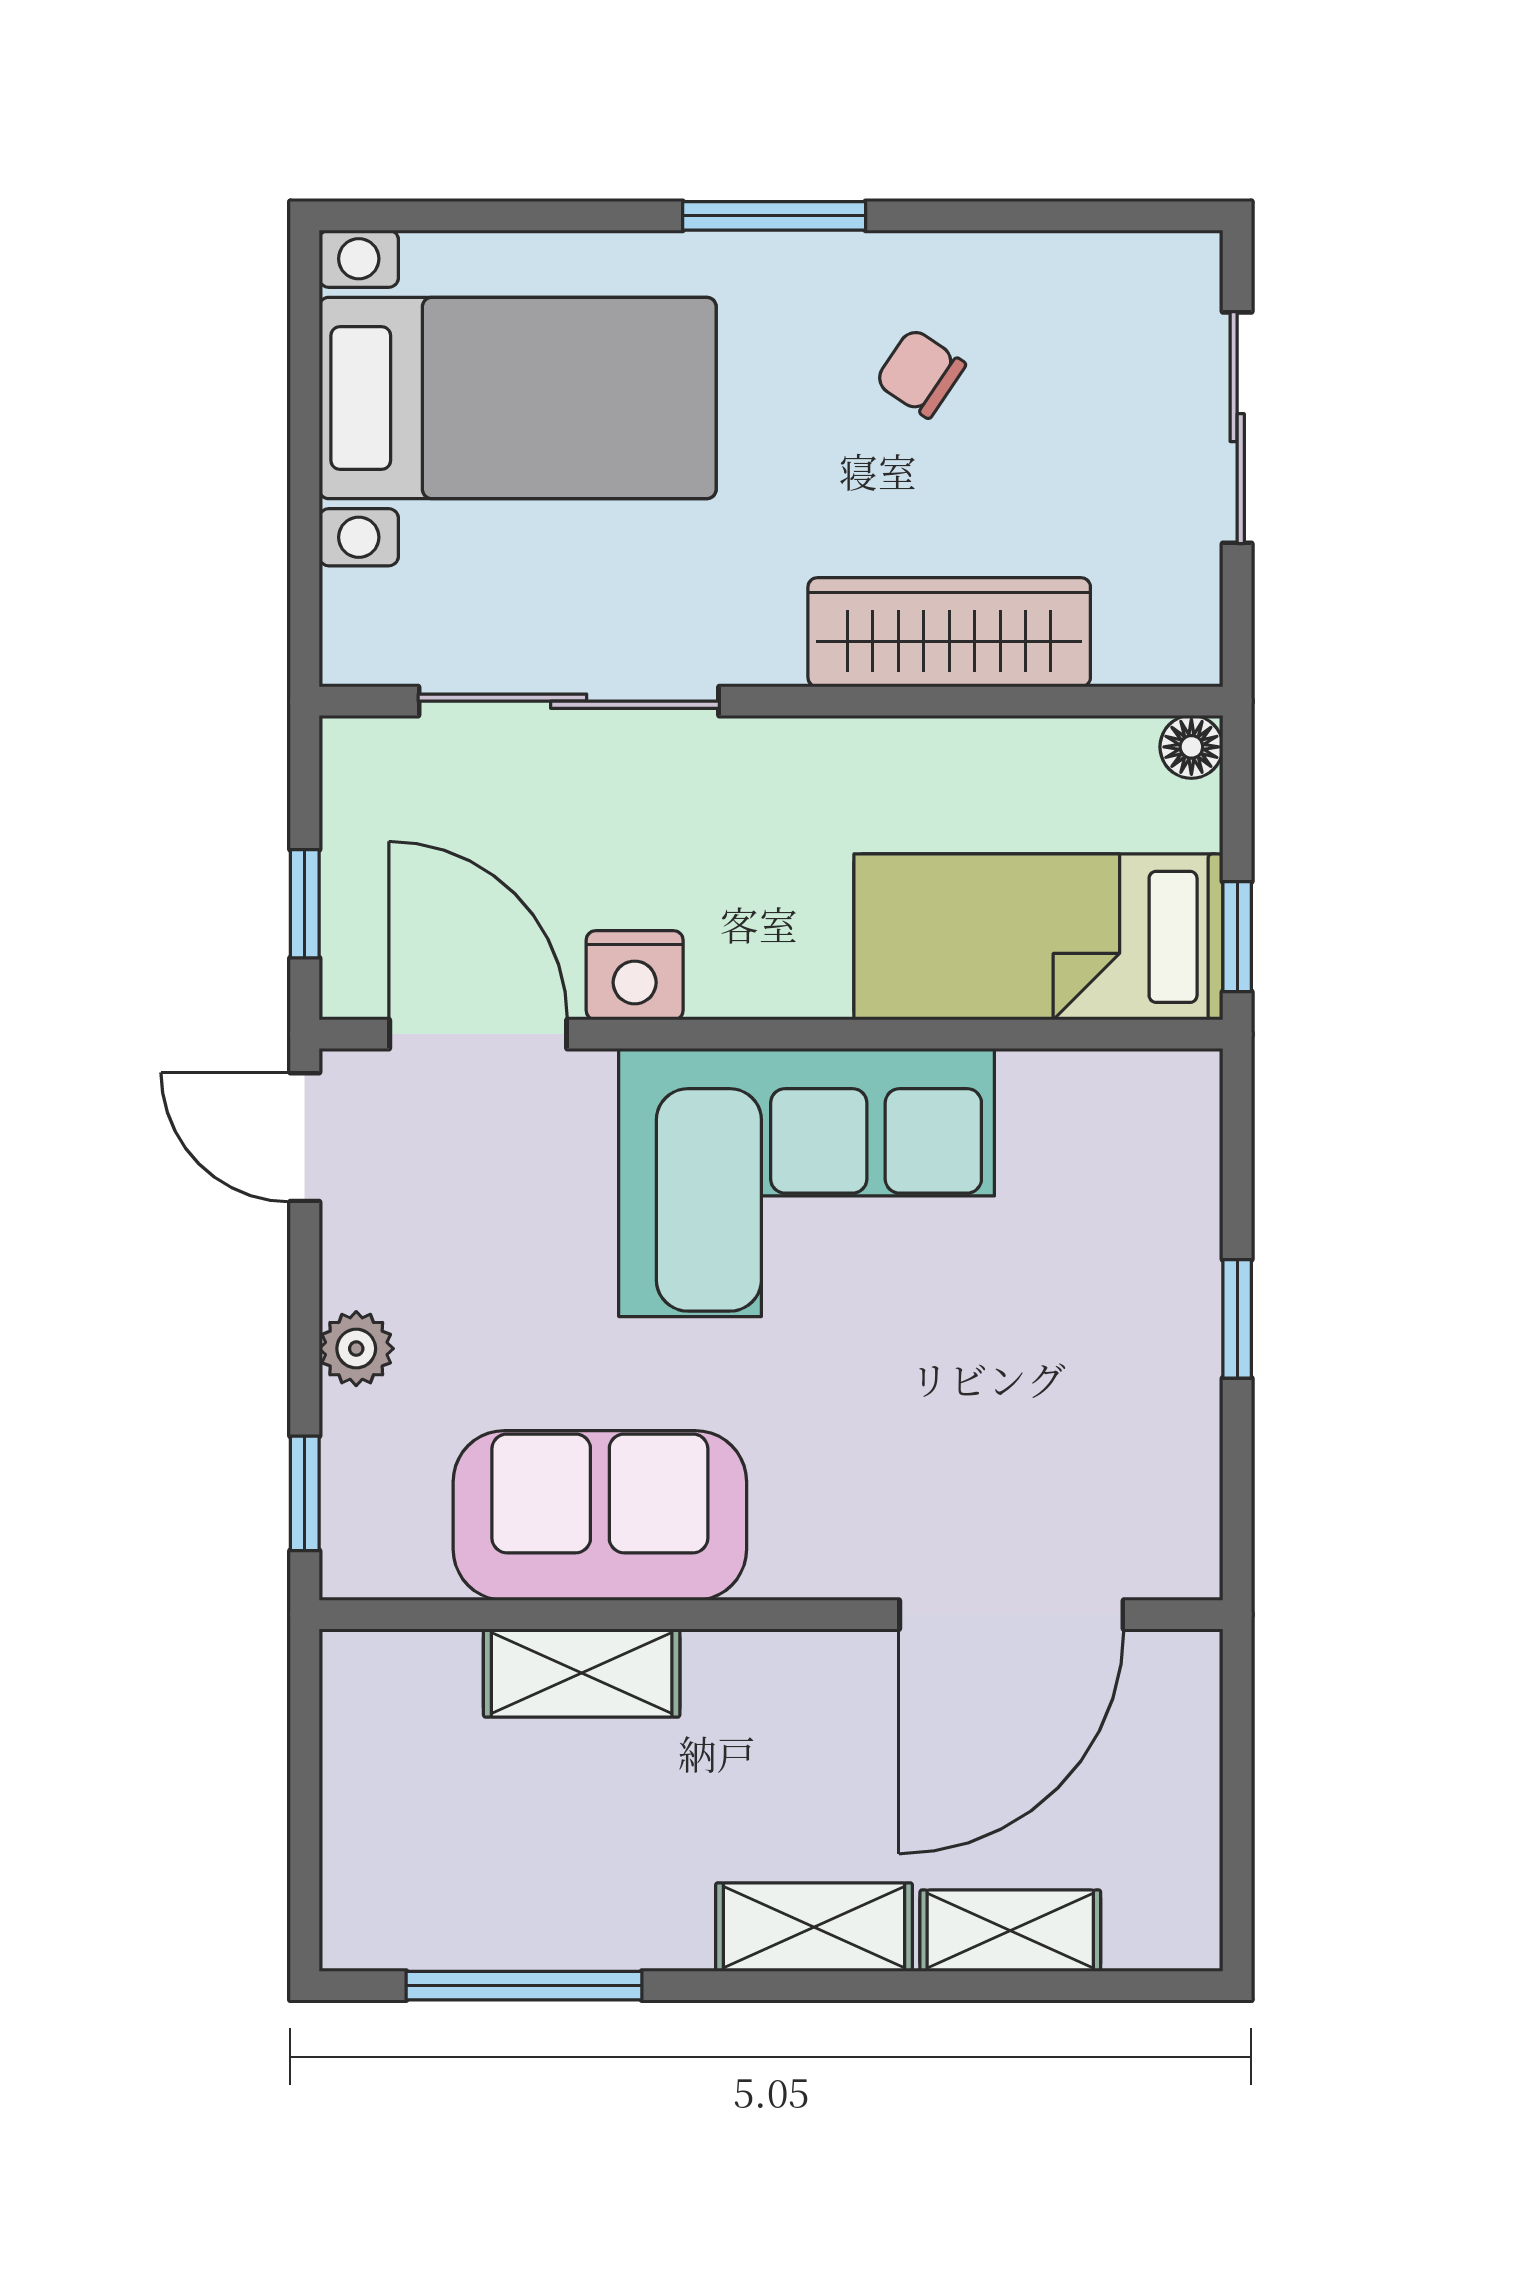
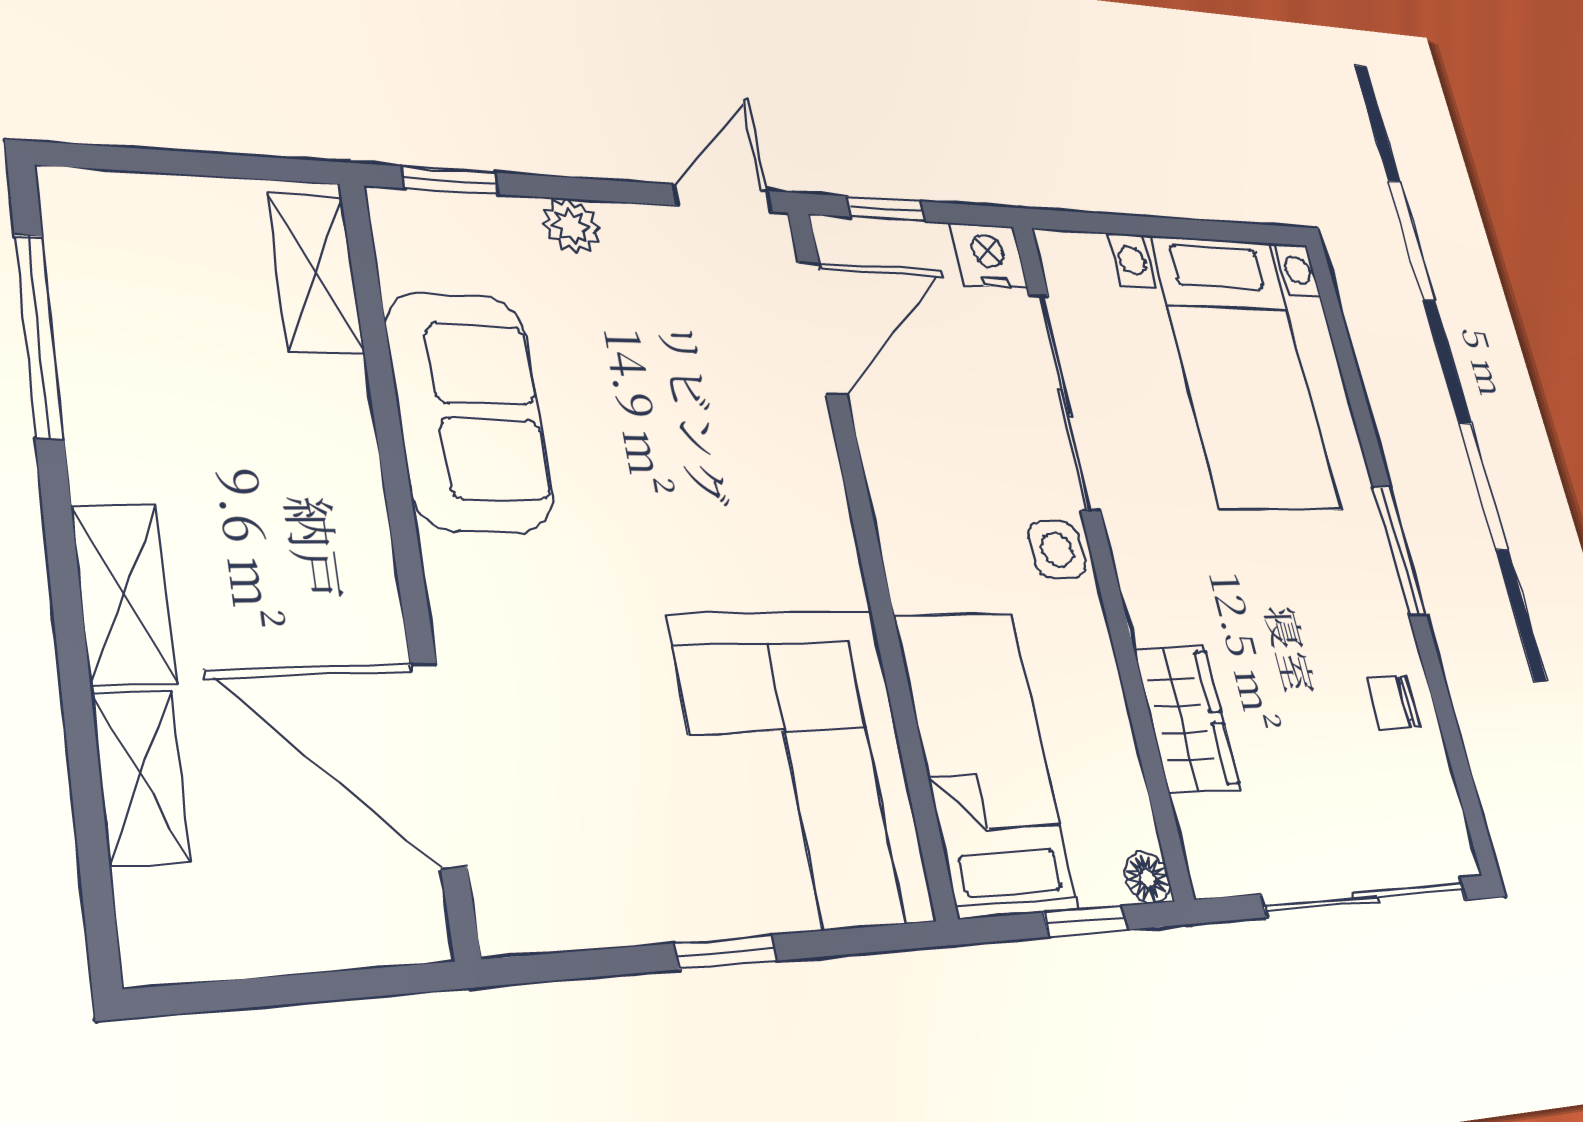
chair: (920, 373) -> (1393, 702), moved, turned -124
sliding door: (1237, 428) -> (1365, 897), width x1.37
wardrobe: (949, 632) -> (1187, 719), width x0.67
side table: (771, 766) -> (1057, 550), added
window: (1237, 937) -> (1086, 921), moved
nightstand: (635, 975) -> (989, 256), moved, turned 90
corner sofa: (807, 1182) -> (802, 768), moved
shelving: (582, 1673) -> (315, 273), moved

